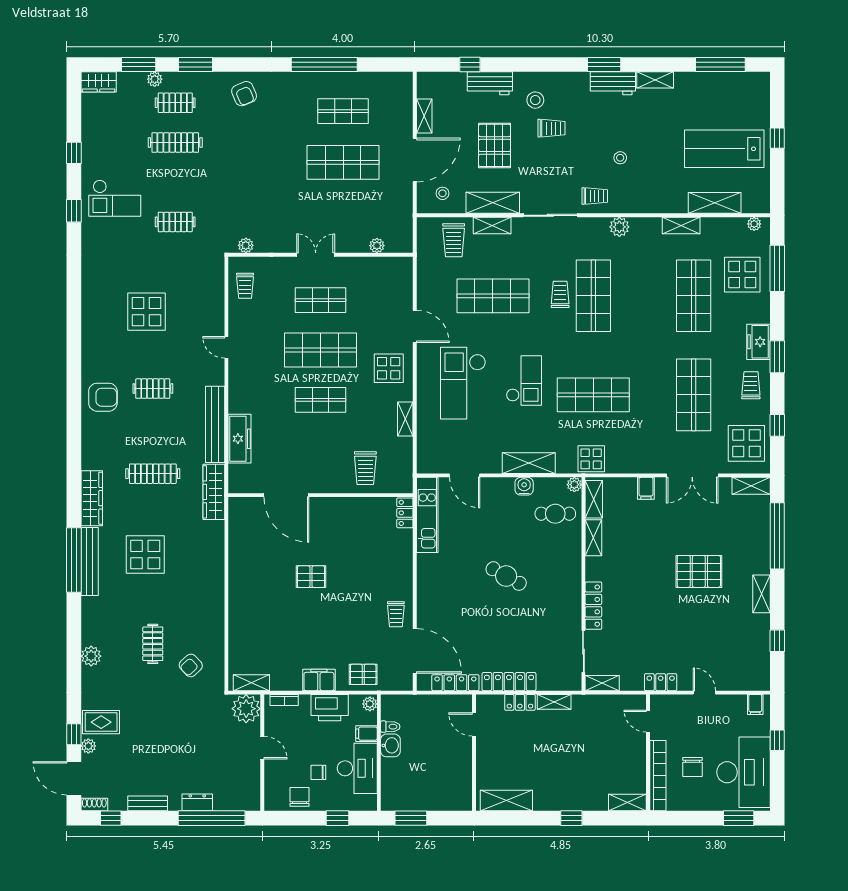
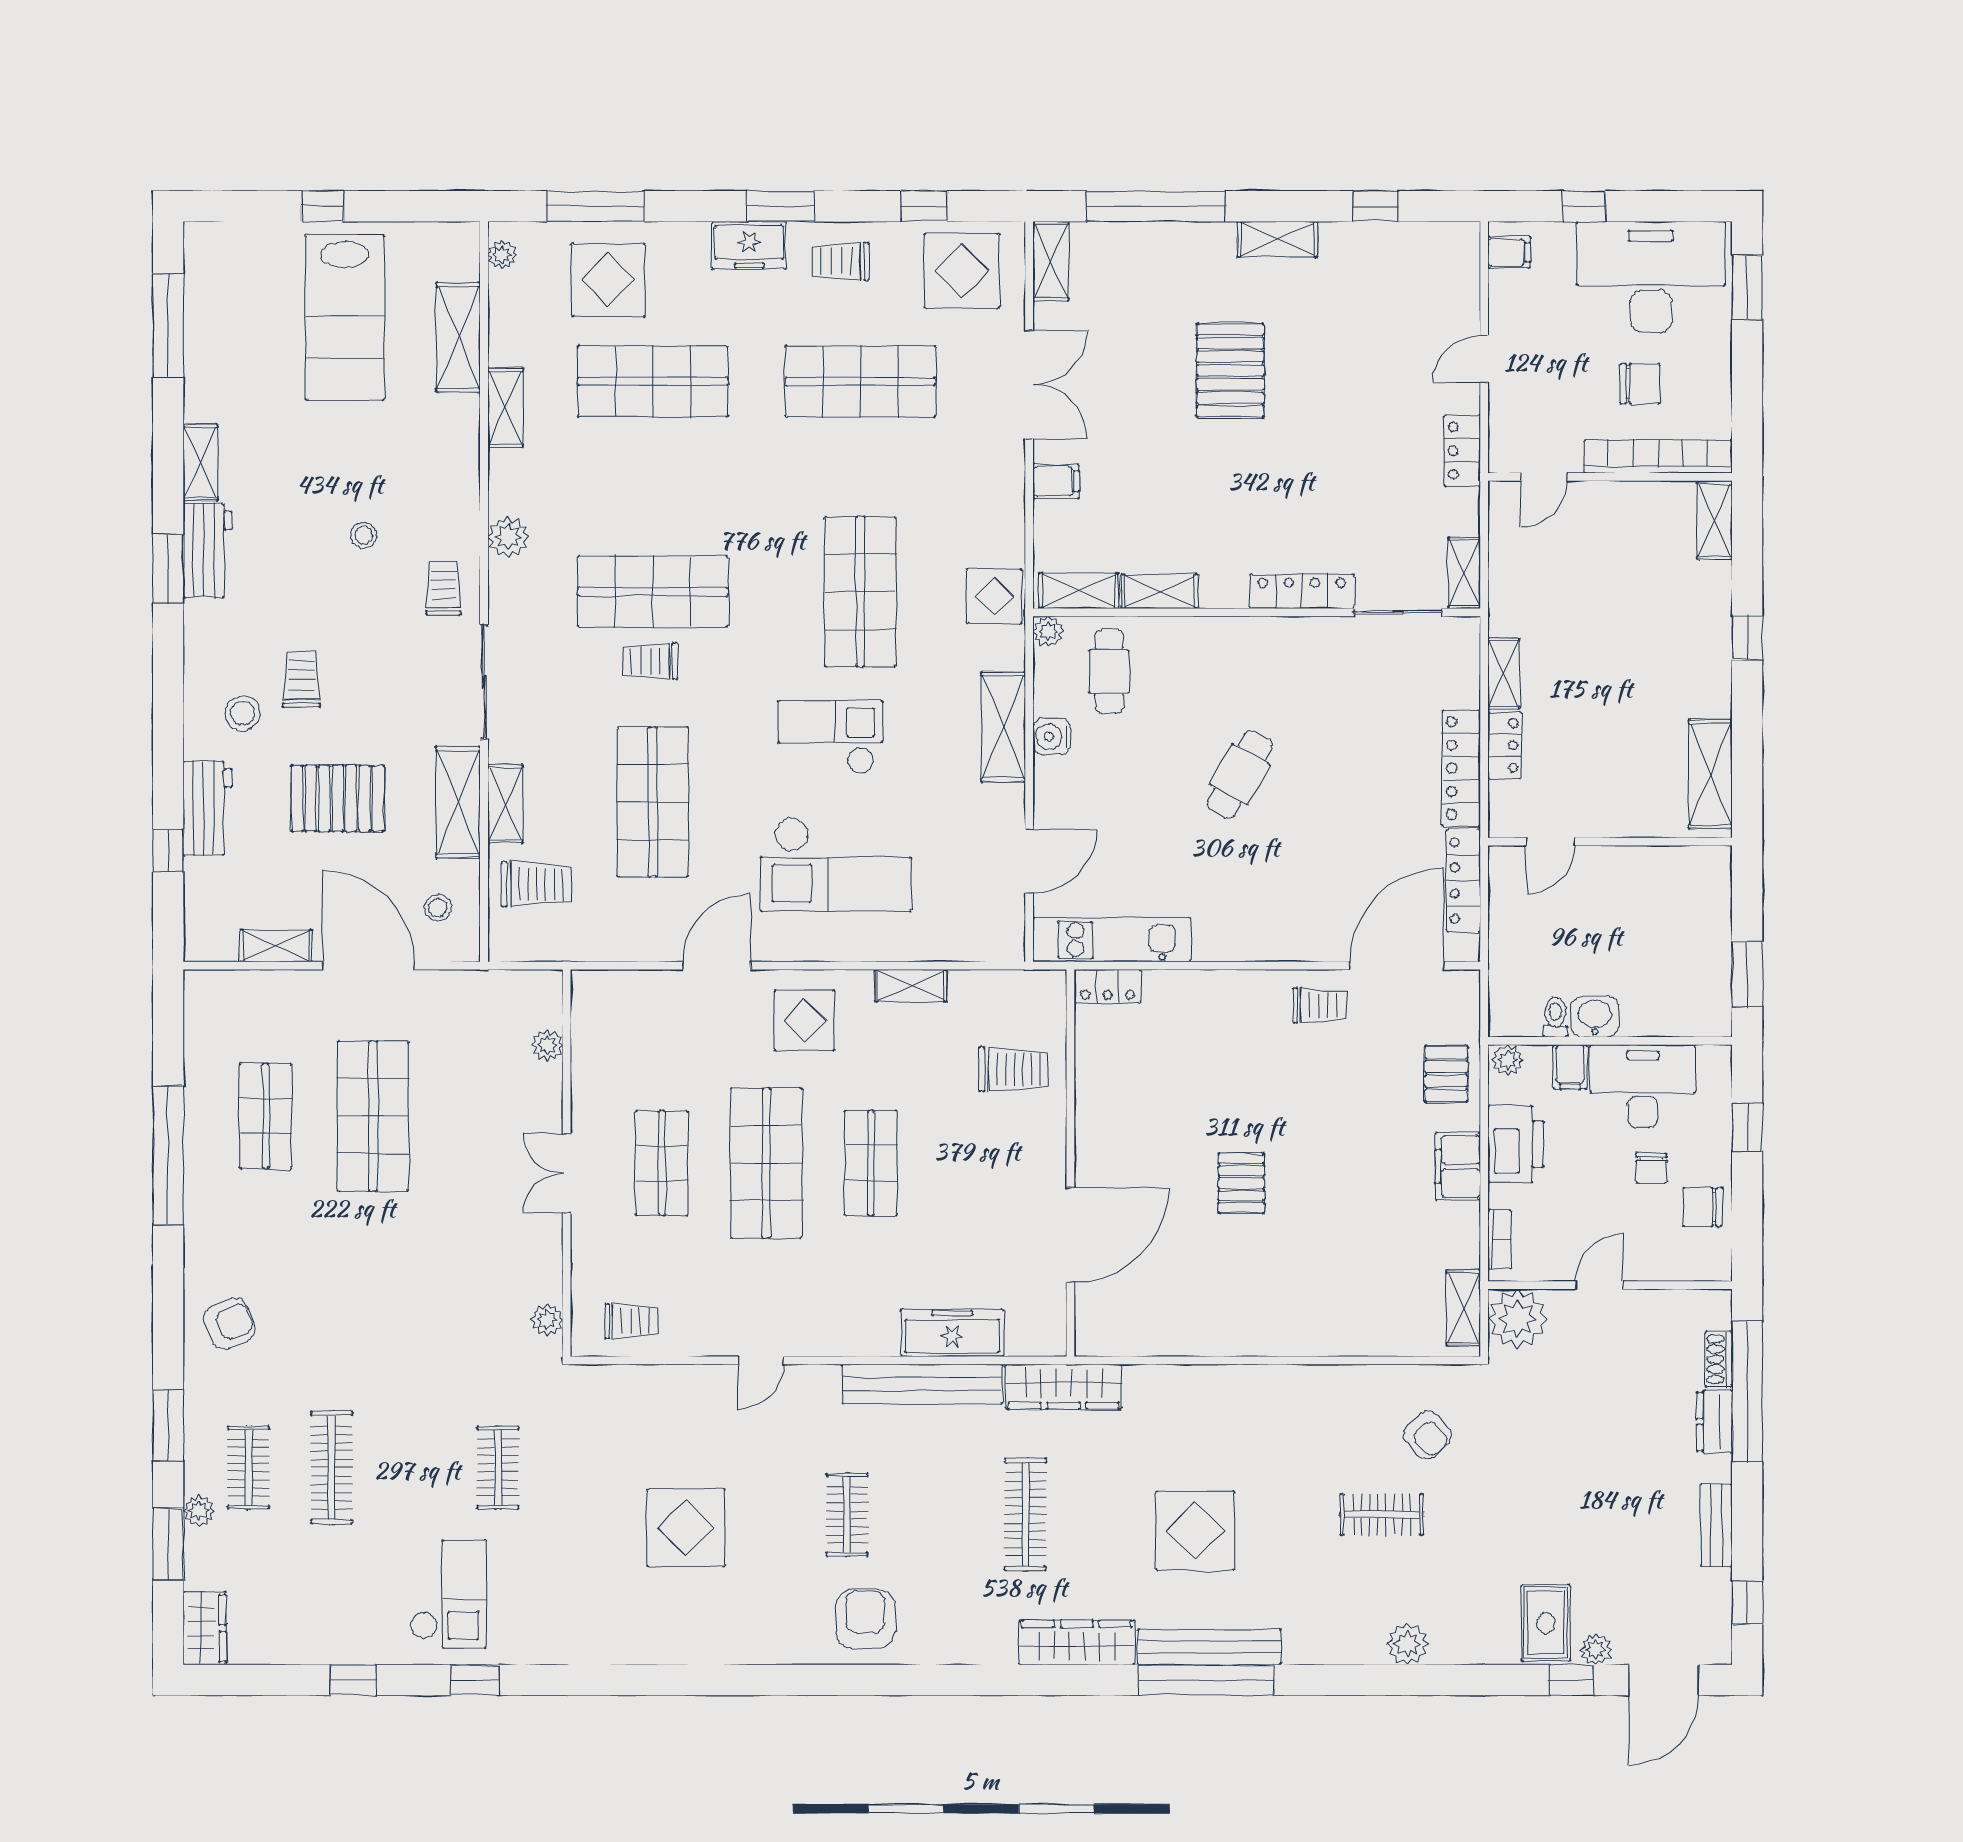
shoe rack: (94, 805) -> (1719, 1359), moved

